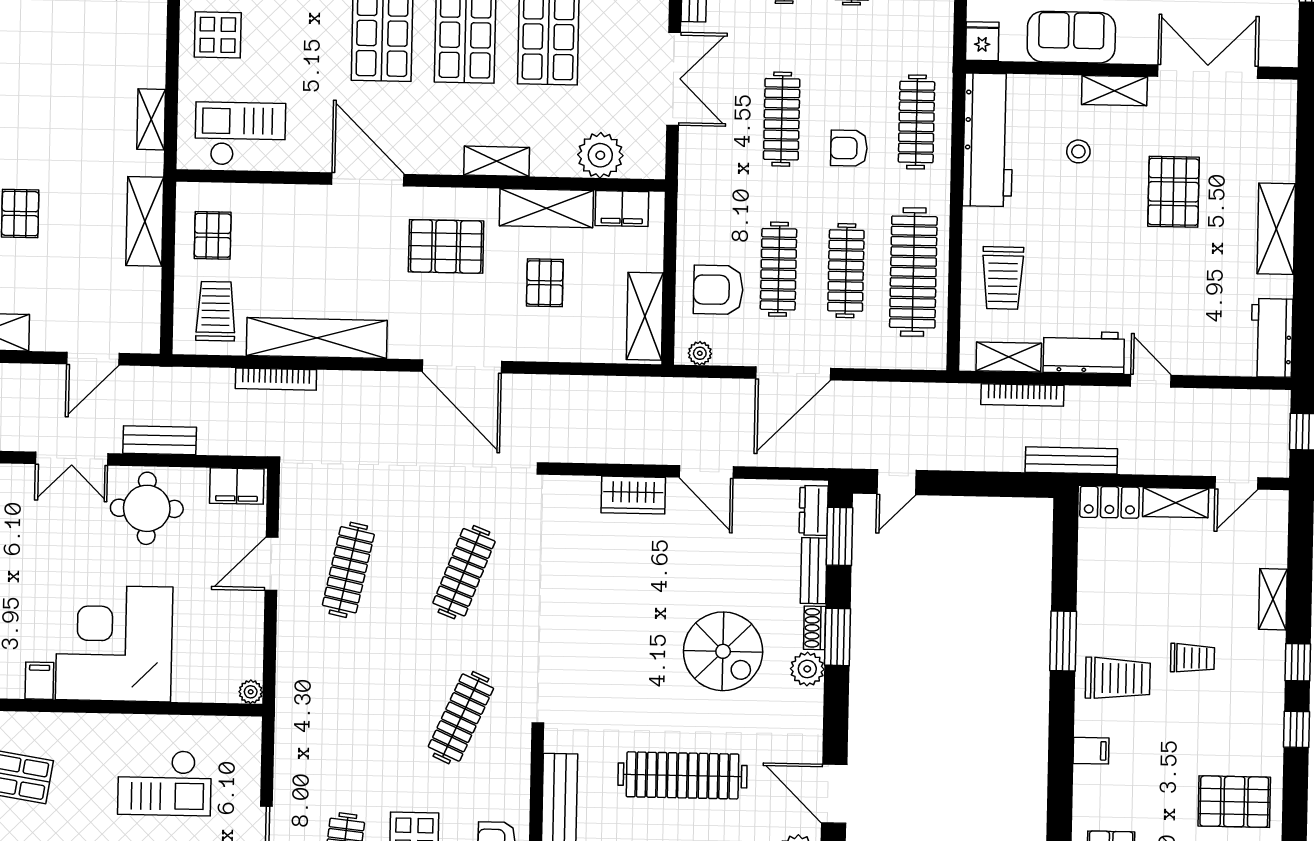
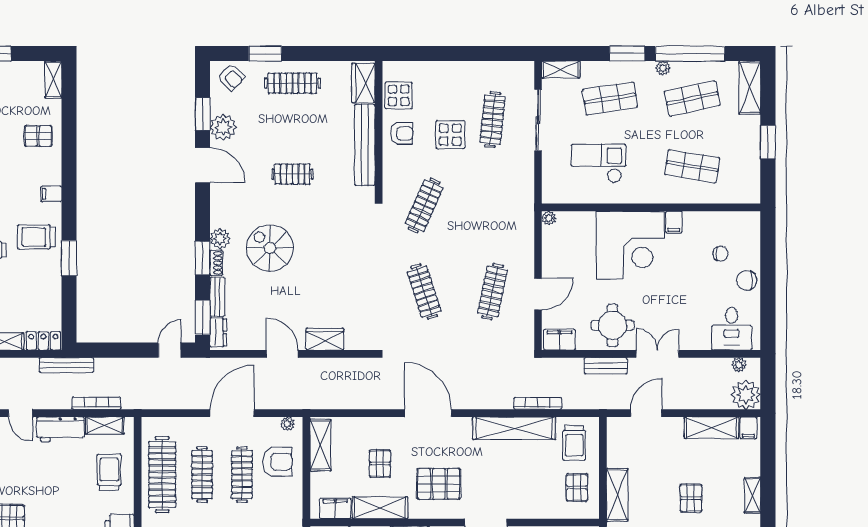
clothes rail: (464, 572) -> (424, 292), turned -39
clothes rail: (682, 775) -> (292, 174), width x0.54, depth x0.76

